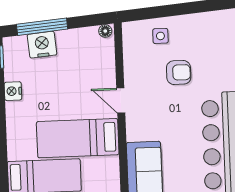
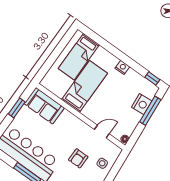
nightstand: (13, 91) -> (122, 67), moved
door: (121, 100) -> (102, 132), moved

